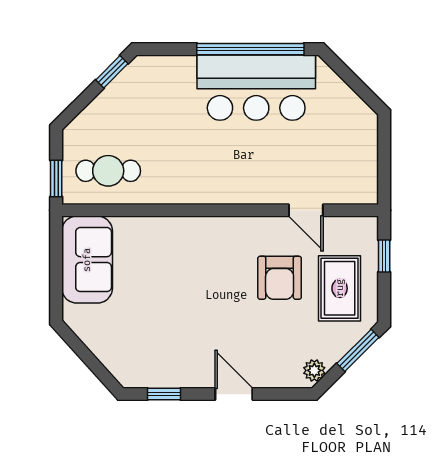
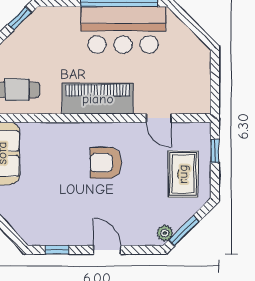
piano: (221, 183) -> (98, 99), added
armchair: (280, 278) -> (106, 163), moved, turned 90
window: (358, 350) -> (184, 231), moved

